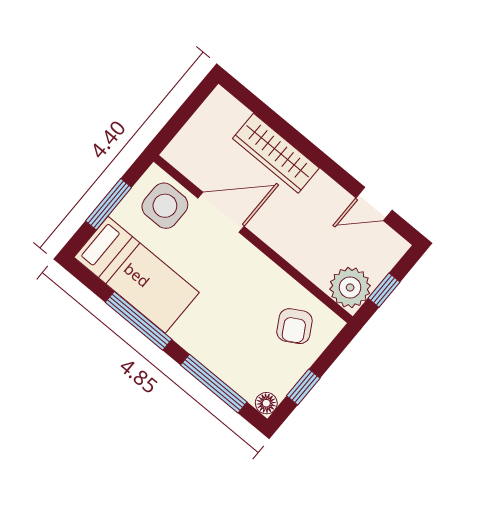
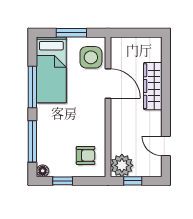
armchair: (294, 326) -> (86, 155), turned -150

